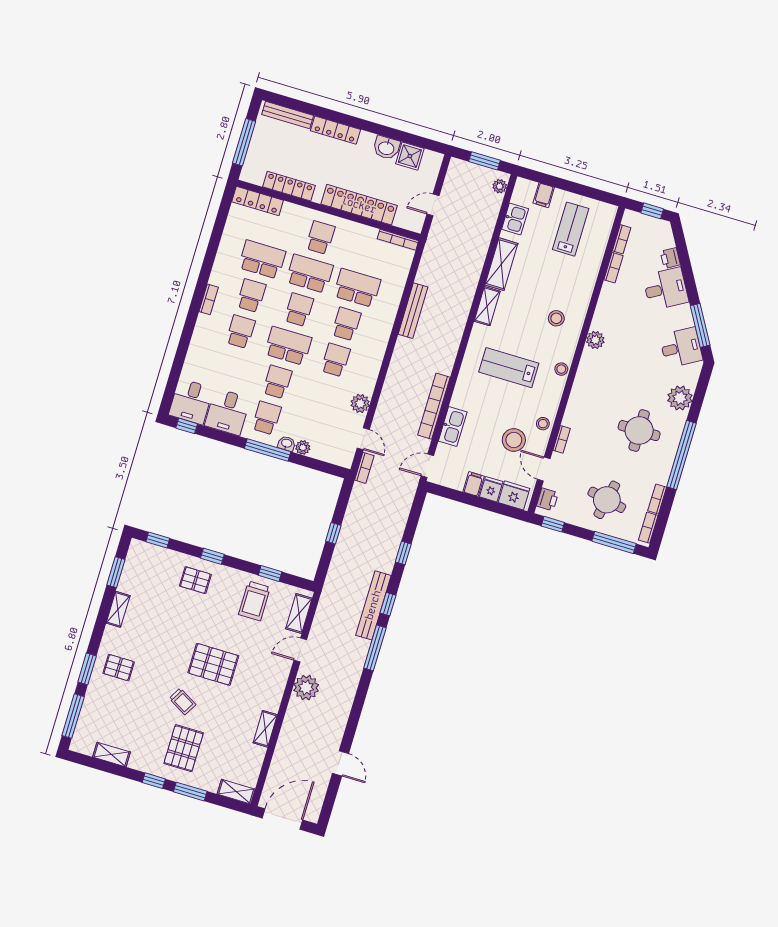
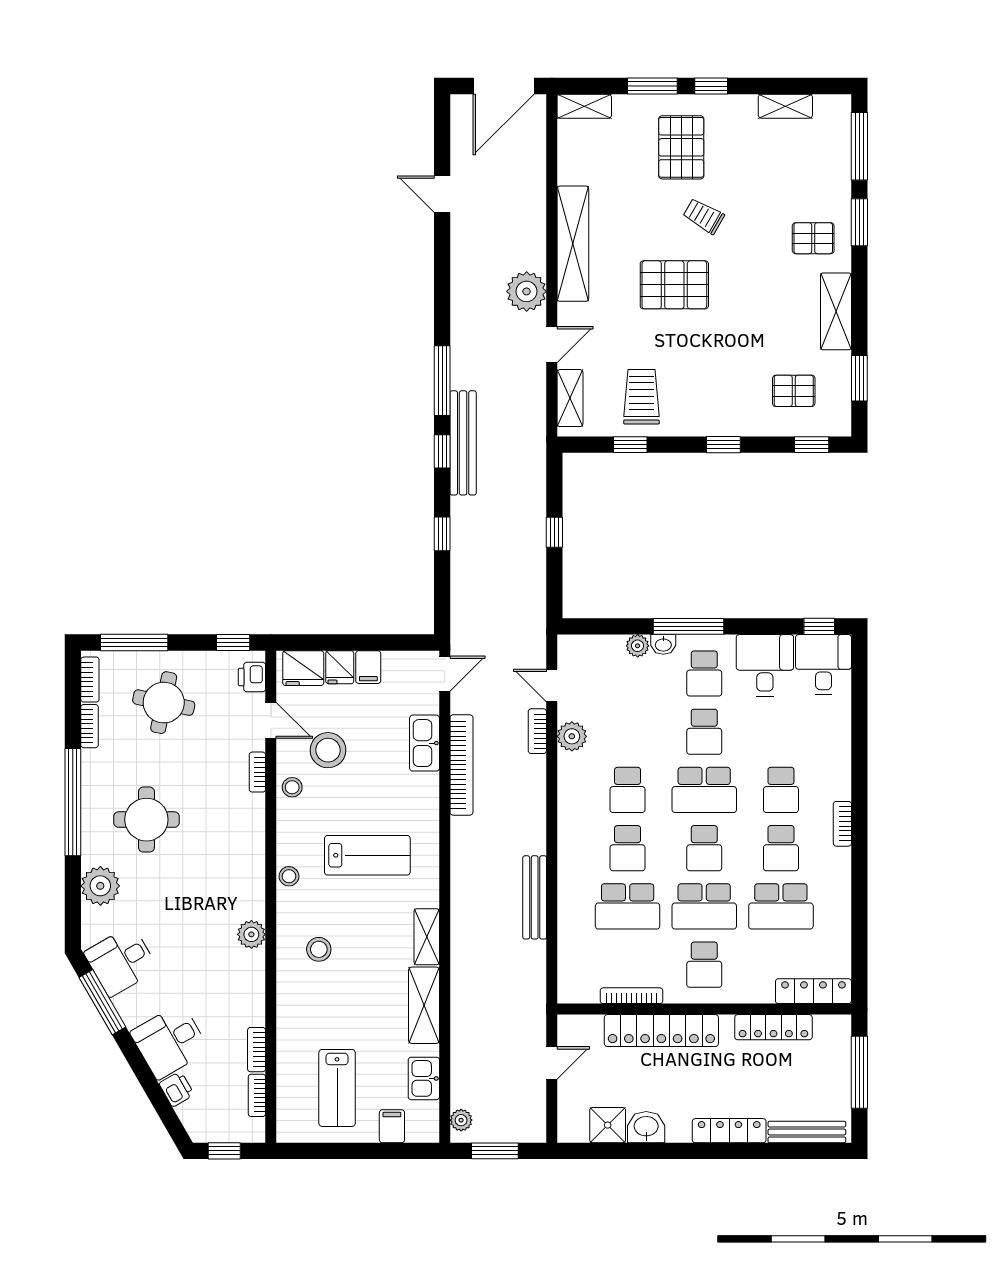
bookcase: (398, 240) -> (631, 996), moved
bookcase: (364, 468) -> (537, 731), moved
pallet: (195, 580) -> (794, 391), moved
shelving: (118, 609) -> (836, 311), width x1.50, depth x1.33
shelving: (265, 729) -> (573, 244), width x2.20, depth x1.33

